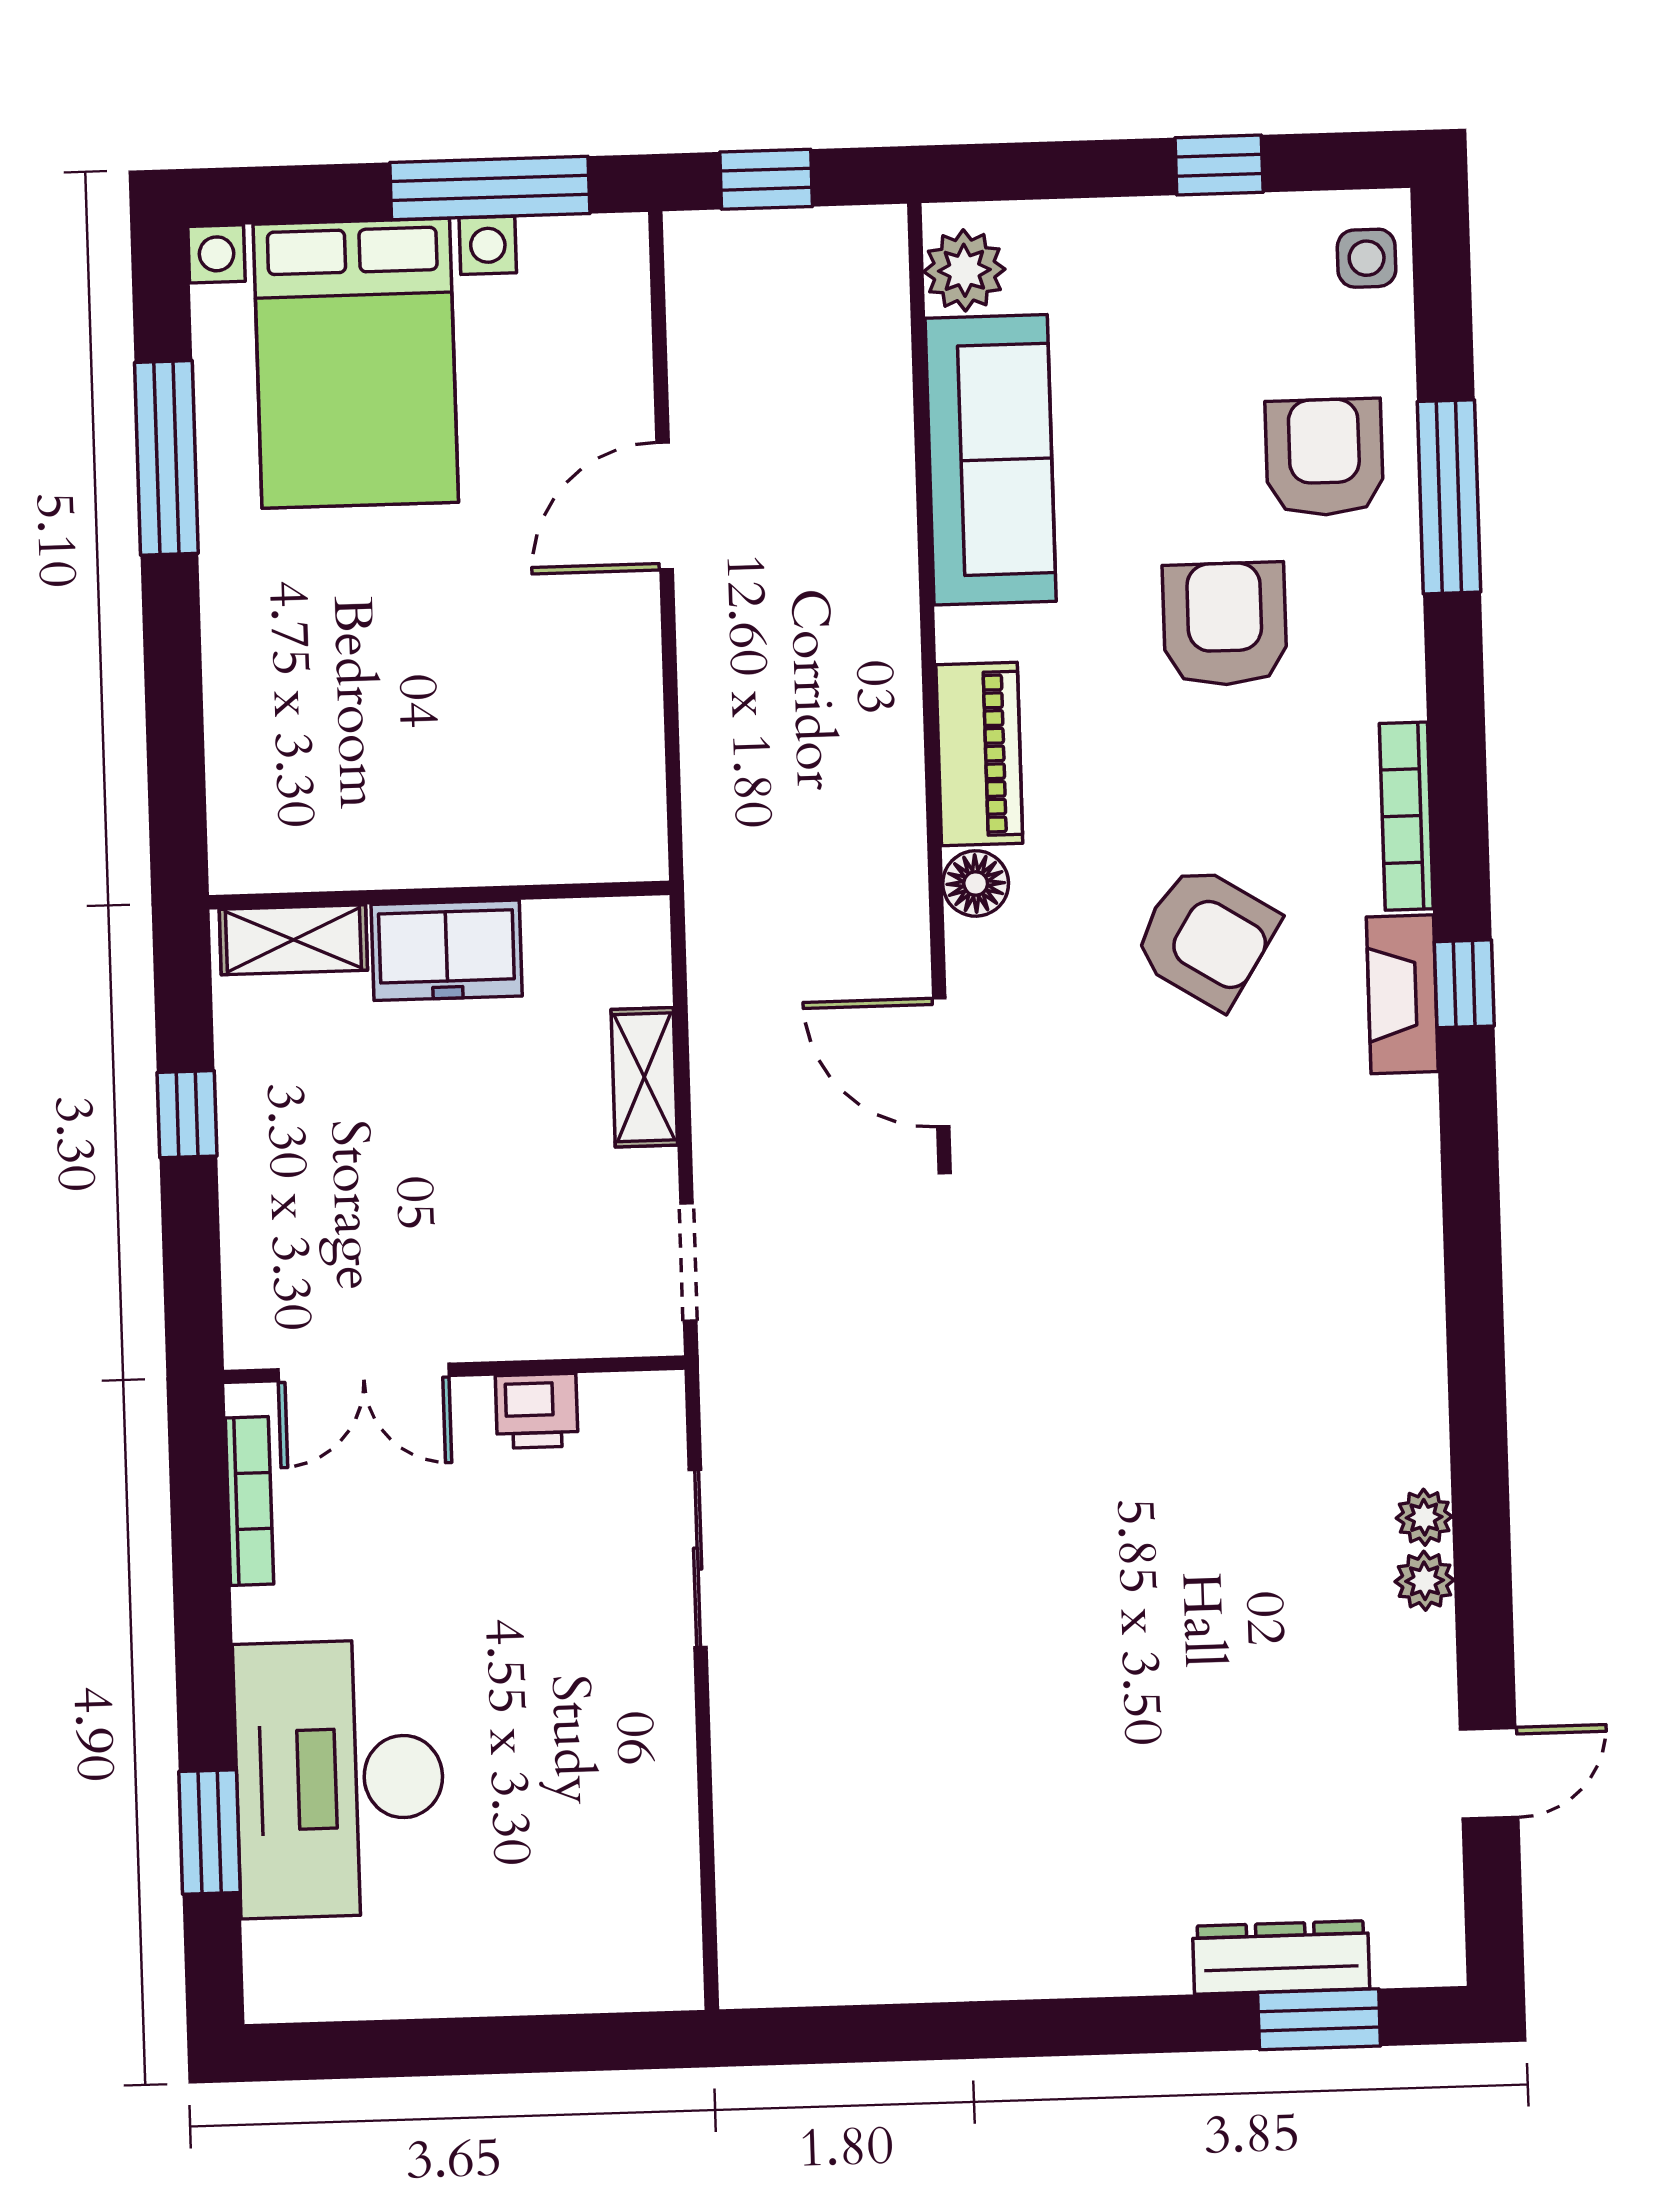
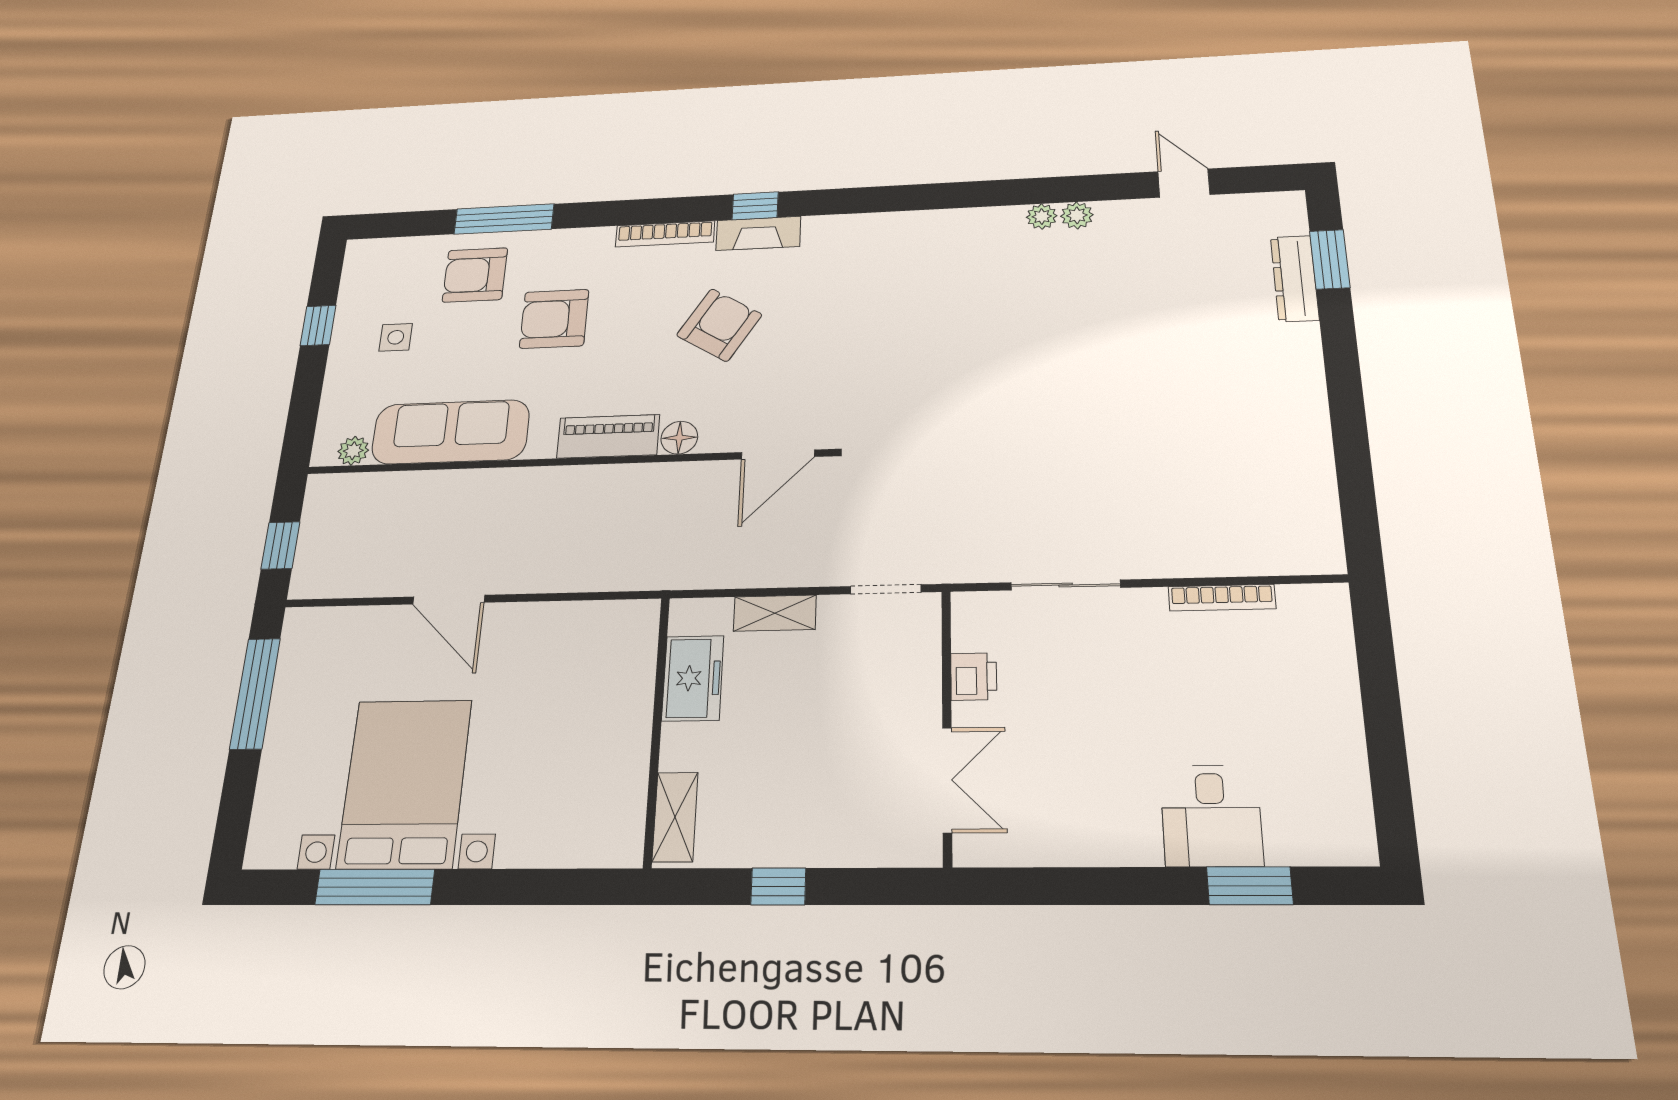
side table: (1367, 258) -> (396, 337), moved
plant: (964, 270) -> (353, 451), width x0.73, depth x0.73
bed with nightstands: (356, 363) -> (405, 783), moved, turned -90
freezer: (447, 950) -> (693, 678), moved
bookcase: (249, 1501) -> (1222, 598), moved, turned 180
desk: (340, 1779) -> (1211, 816), width x0.53, depth x0.77

